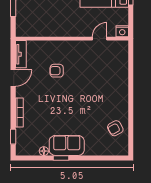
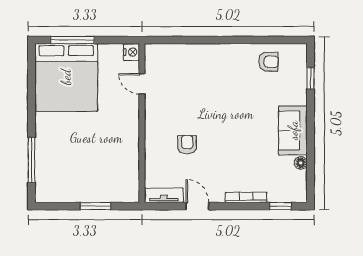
armchair: (57, 71) -> (187, 145), turned 180
armchair: (115, 128) -> (269, 62), turned -61
window: (61, 158) -> (311, 78), moved

